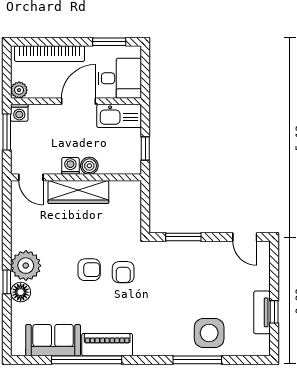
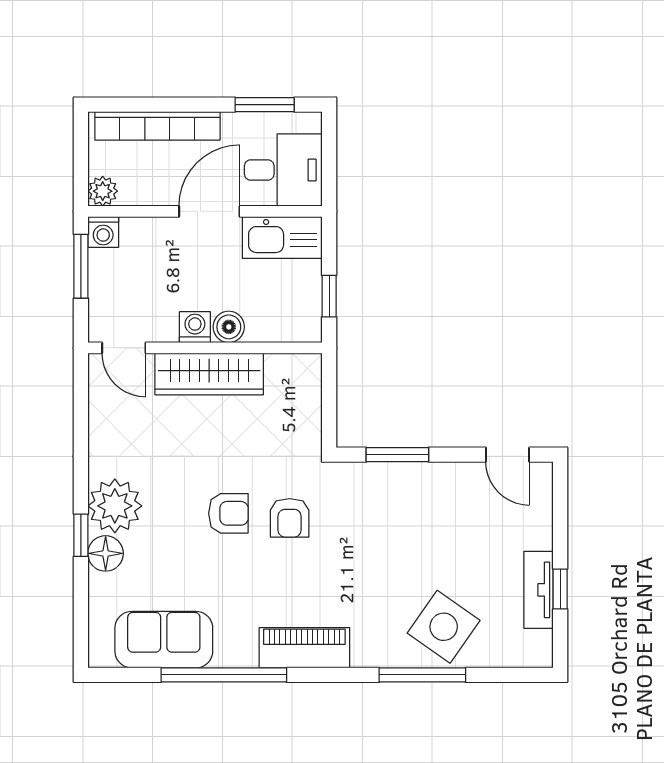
side table: (209, 333) -> (444, 627), turned 35
piano: (107, 345) -> (304, 648), moved

